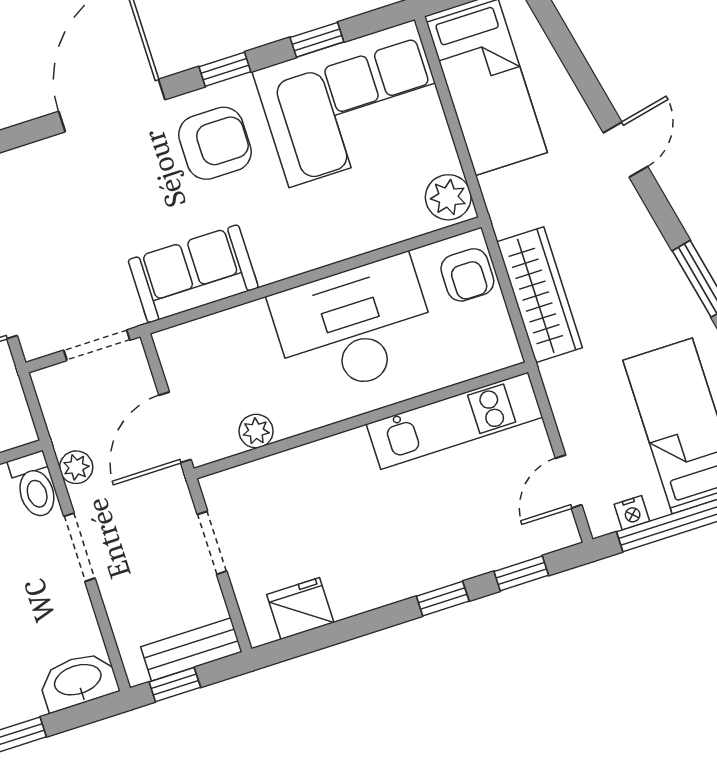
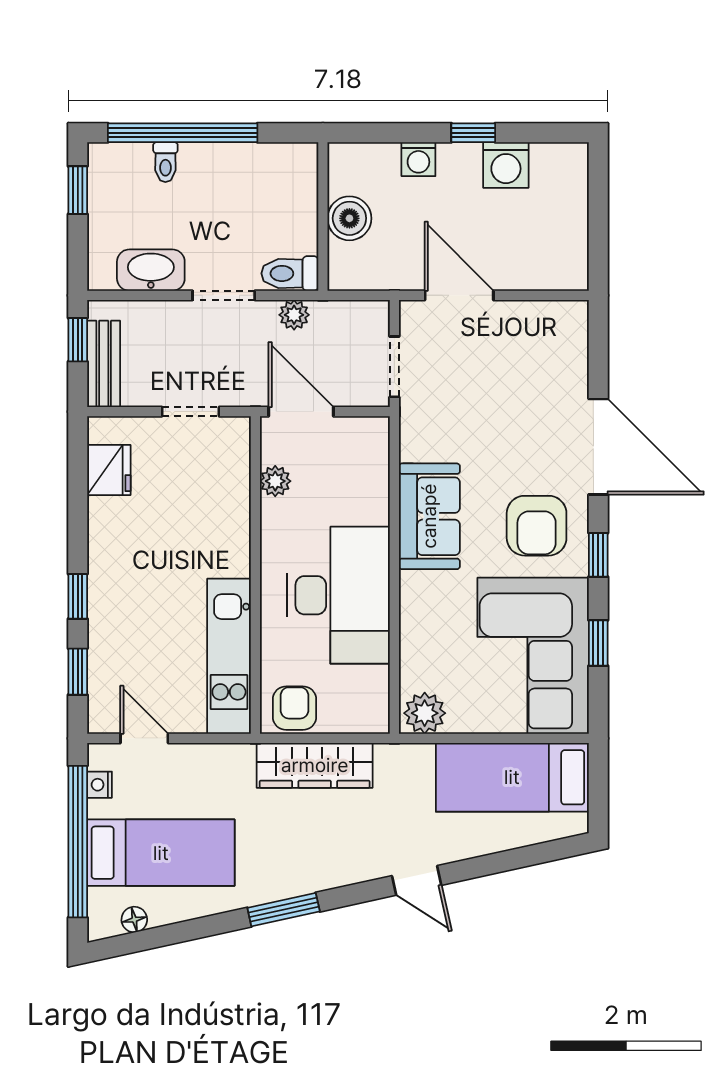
sofa: (193, 274) -> (429, 516), moved
armchair: (467, 275) -> (295, 708), moved, turned 90
washbasin: (78, 681) -> (151, 270), moved, turned -90

